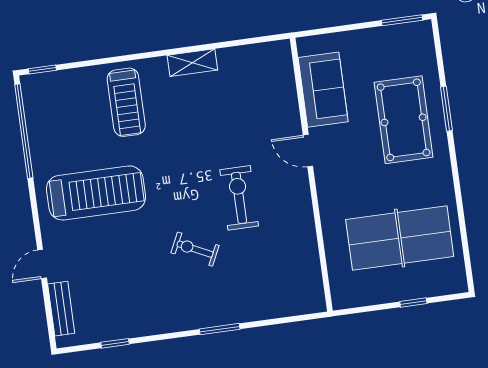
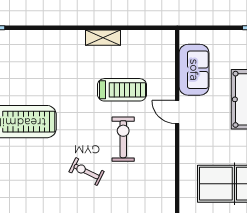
treadmill: (126, 102) -> (122, 90), moved, turned -90

